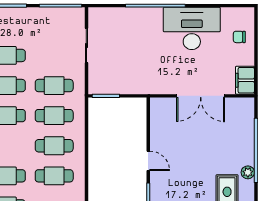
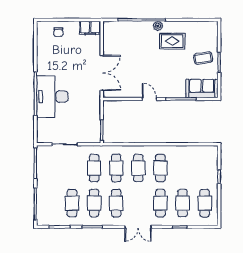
desk: (192, 28) -> (52, 97), moved
double door: (201, 96) -> (102, 73), moved
door: (148, 161) -> (149, 99), hinge flipped

